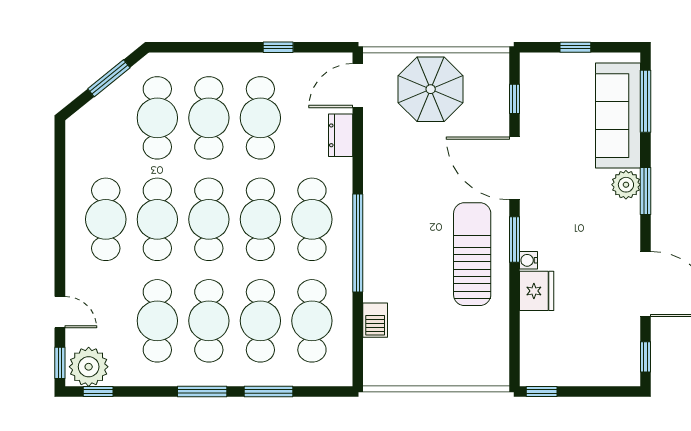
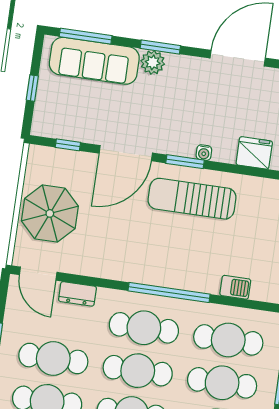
fridge: (537, 291) -> (254, 153), moved

